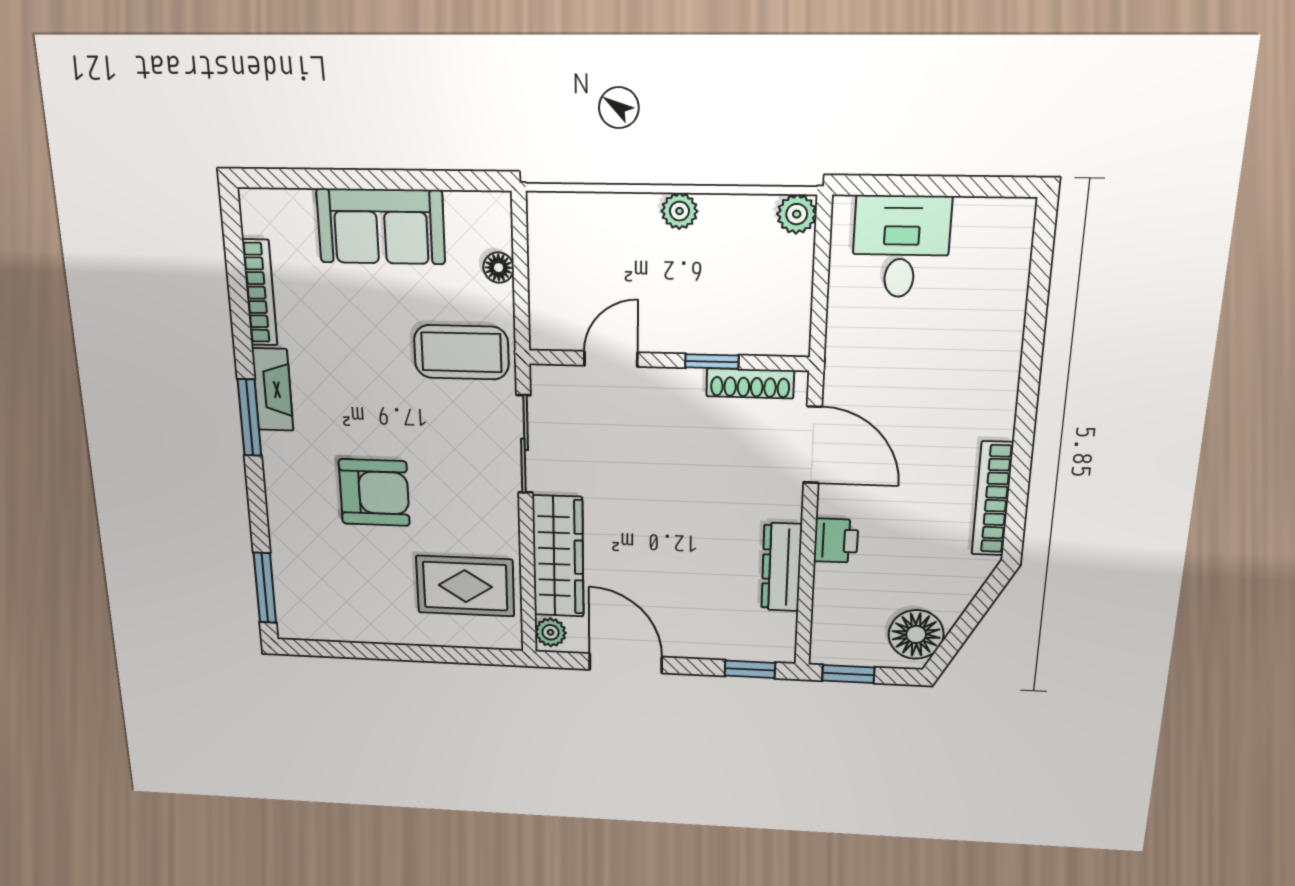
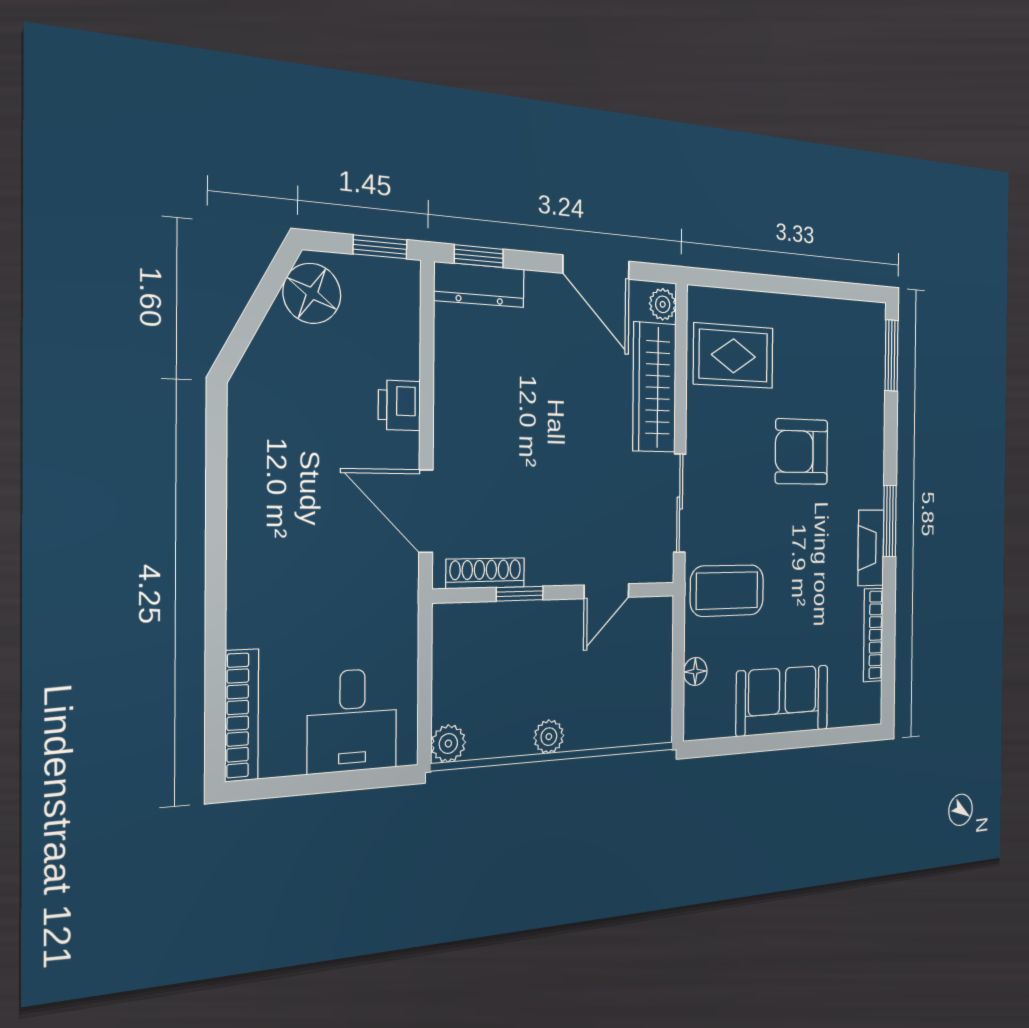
bookcase: (992, 499) -> (242, 715), moved
dresser: (782, 567) -> (479, 285), moved, turned 90

